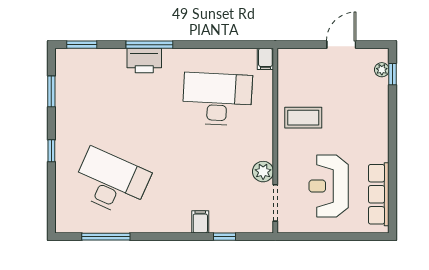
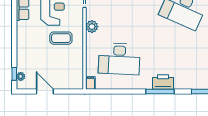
door: (341, 45) -> (45, 91), swing flipped
coffee table: (303, 118) -> (61, 38), moved
plant: (263, 172) -> (92, 27), moved

